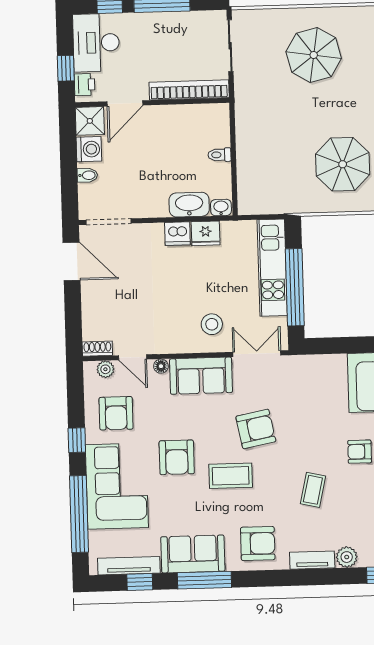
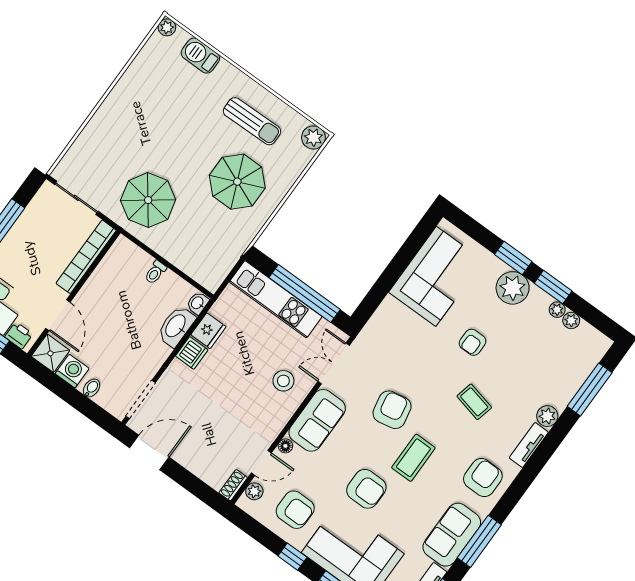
parasol: (314, 55) -> (148, 200), moved

